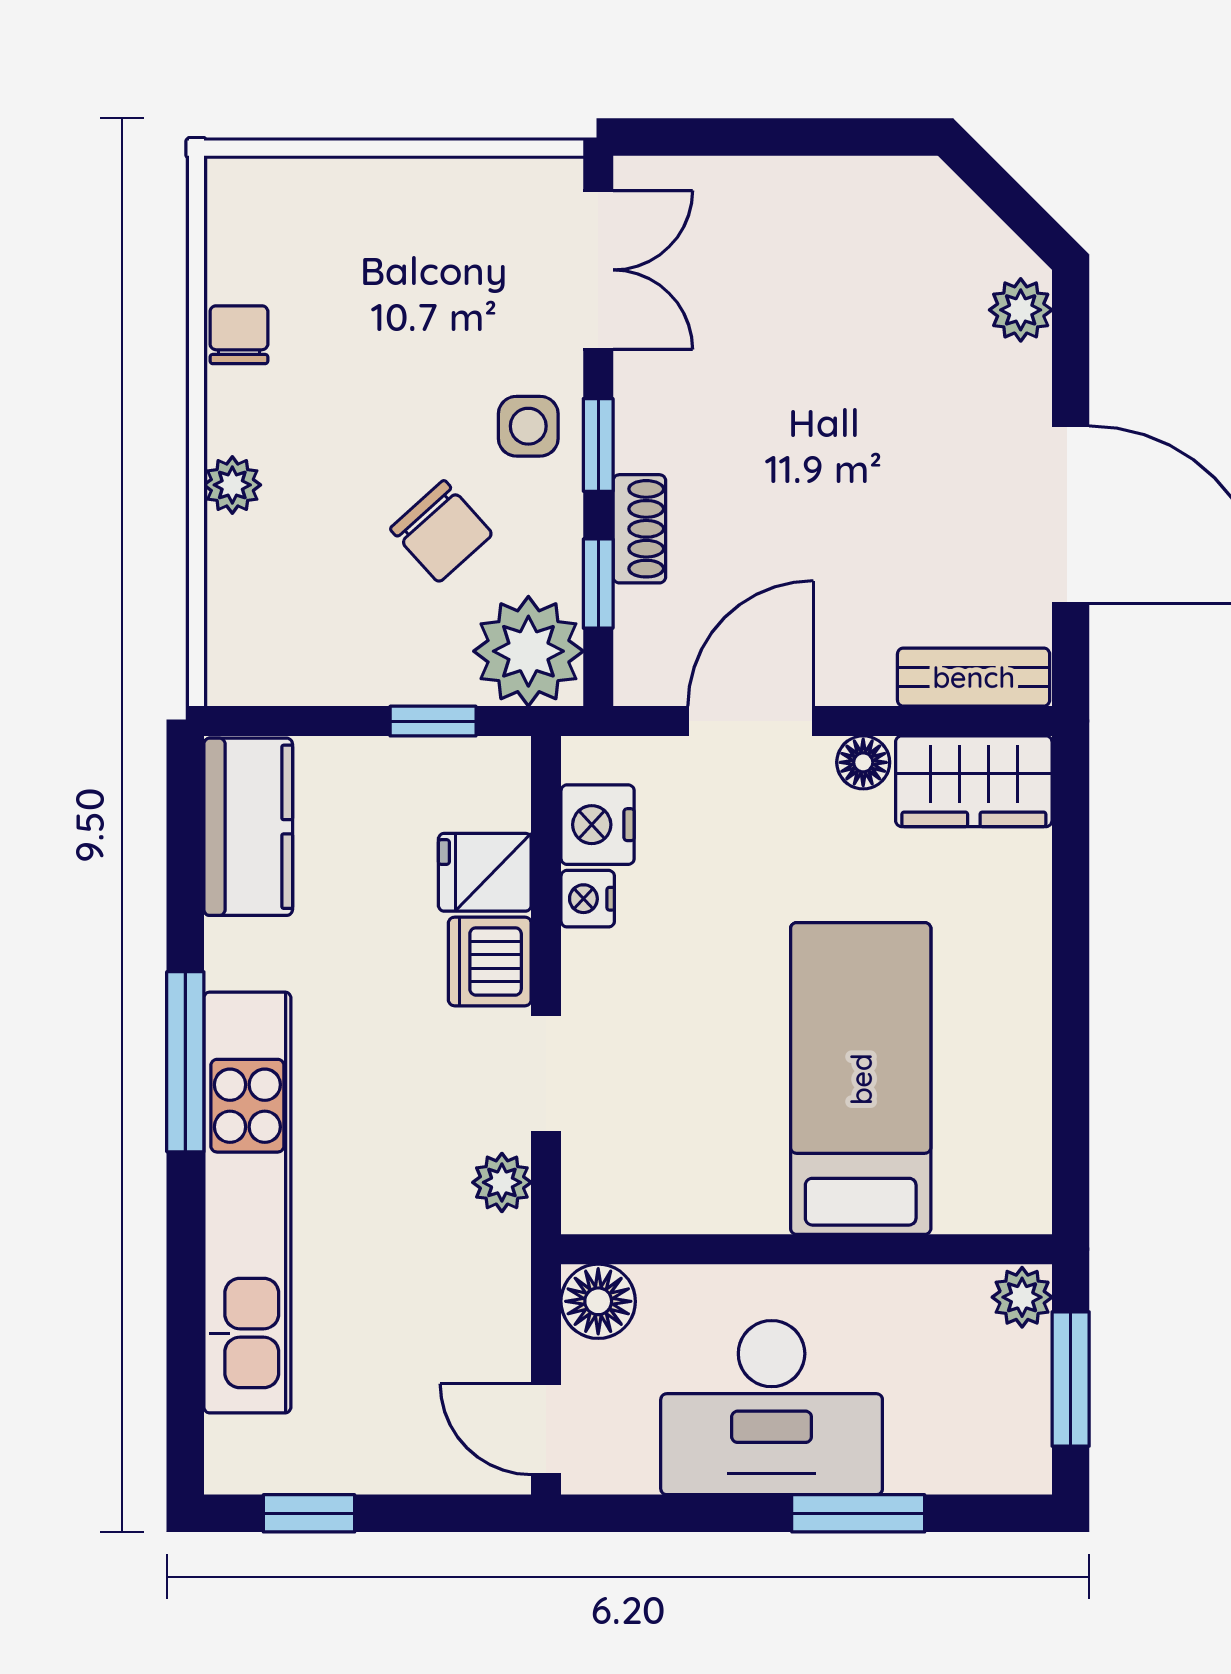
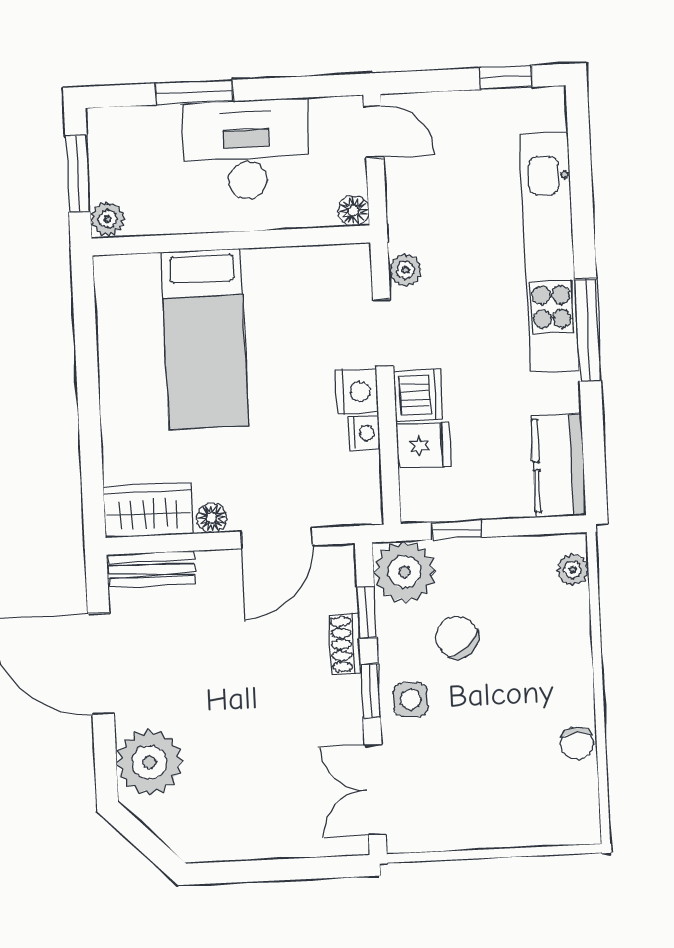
plant: (1021, 310) -> (149, 762), width x1.87, depth x1.87
plant: (232, 485) -> (573, 570), moved
nightstand: (598, 825) -> (357, 392), moved
floor lamp: (598, 1301) -> (354, 211), width x0.73, depth x0.73

